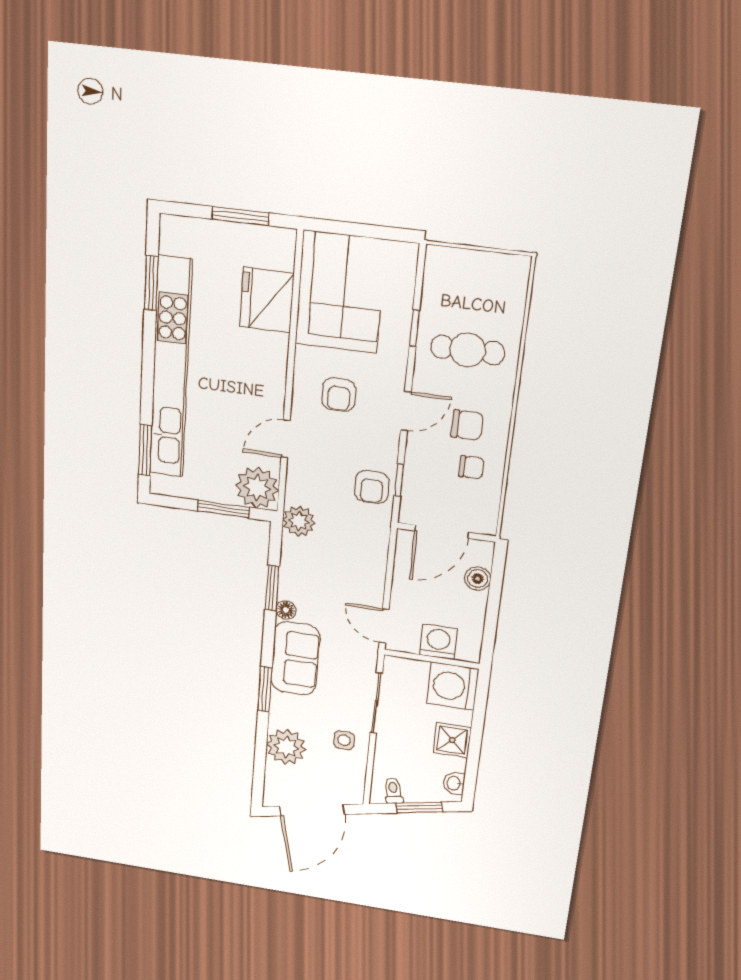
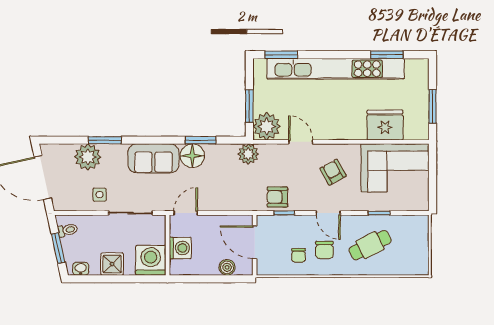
cafe table: (468, 350) -> (370, 245), turned 63
armchair: (339, 395) -> (333, 172), turned 60
floor lamp: (286, 610) -> (192, 156), width x1.89, depth x1.89
window: (265, 689) -> (105, 140), moved

